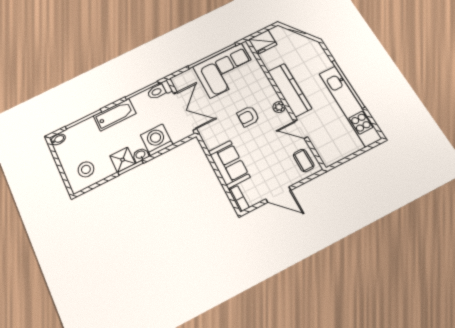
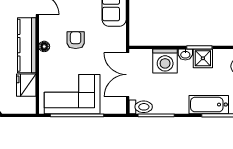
fridge: (263, 42) -> (26, 85), moved, turned -90
floor lamp: (273, 97) -> (44, 46), added
plant: (279, 107) -> (45, 34), removed
bathtub: (115, 115) -> (209, 105), moved
armchair: (248, 116) -> (76, 40), turned -90

